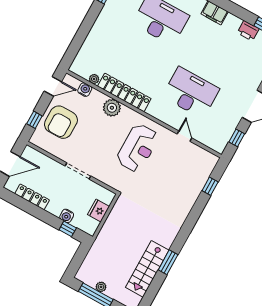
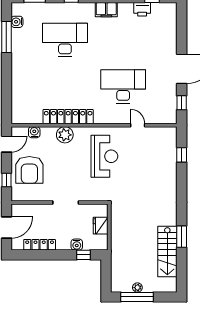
plant: (94, 79) -> (37, 119), removed

